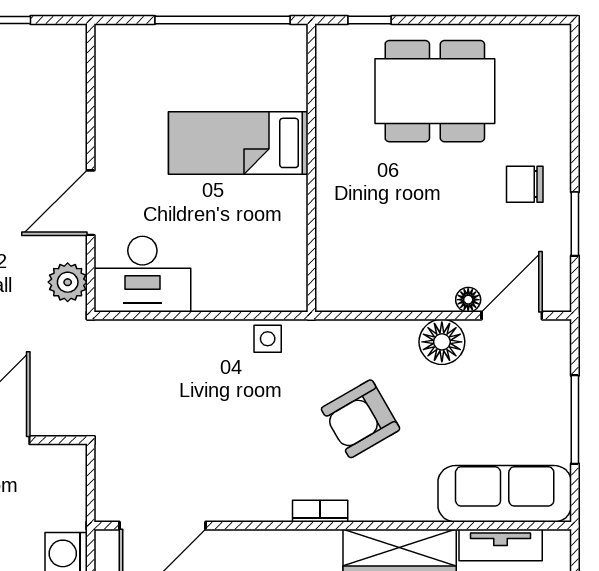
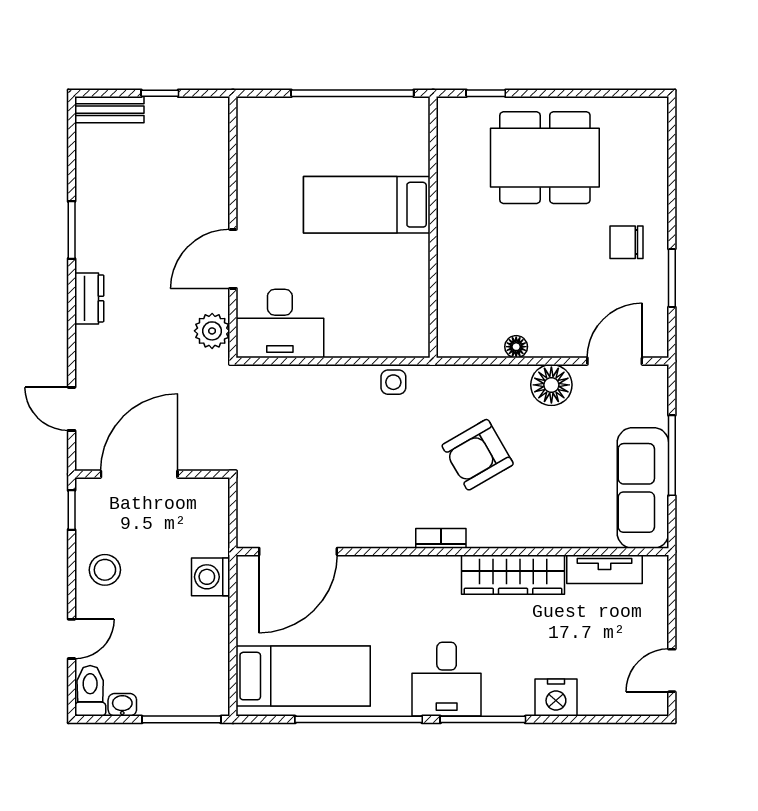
floor lamp: (468, 300) -> (516, 347), moved
sofa: (505, 494) -> (643, 488), moved, turned -90

